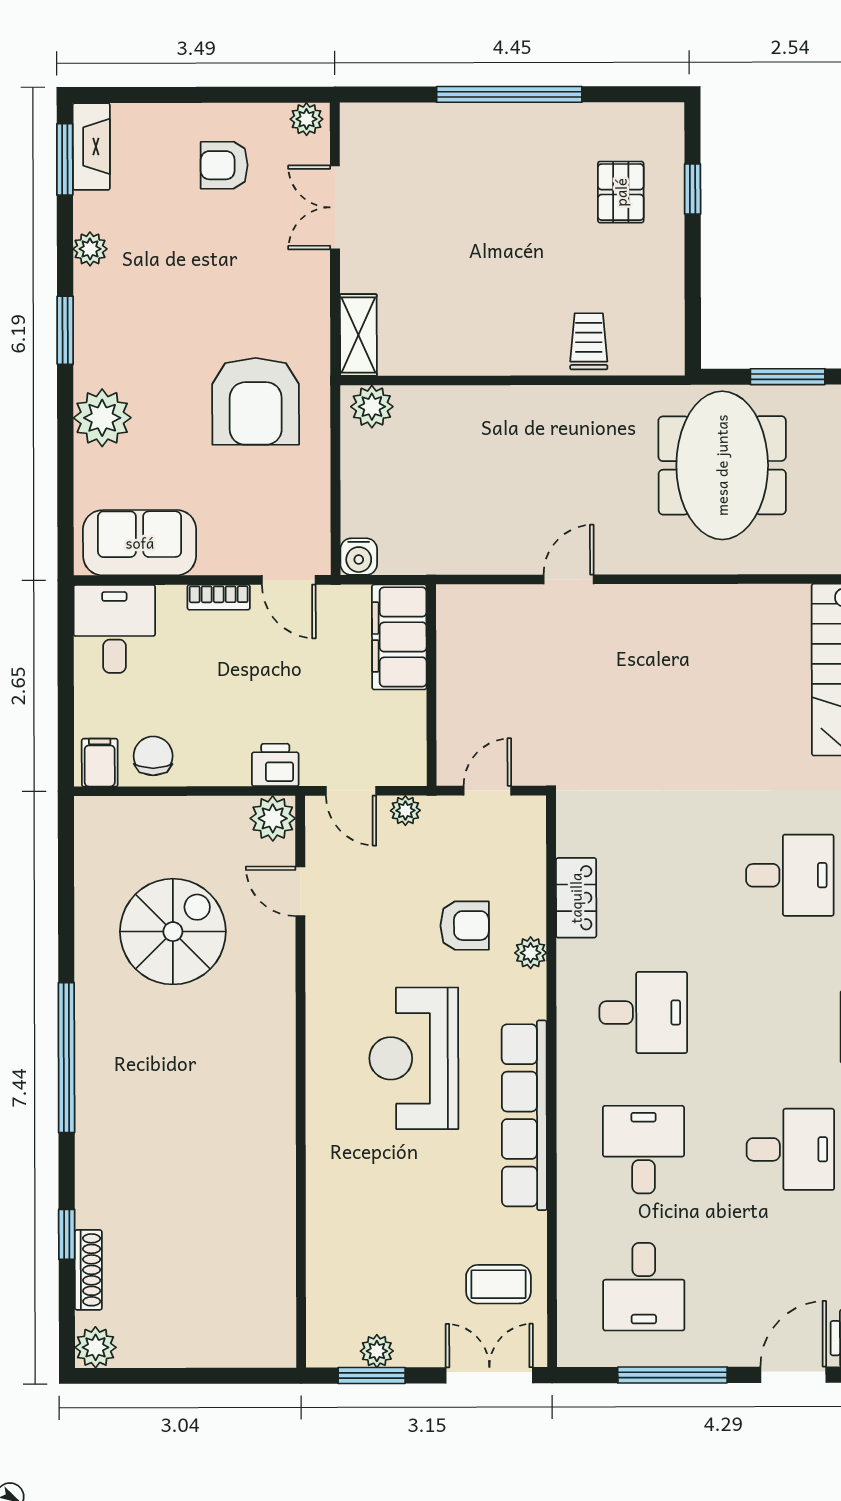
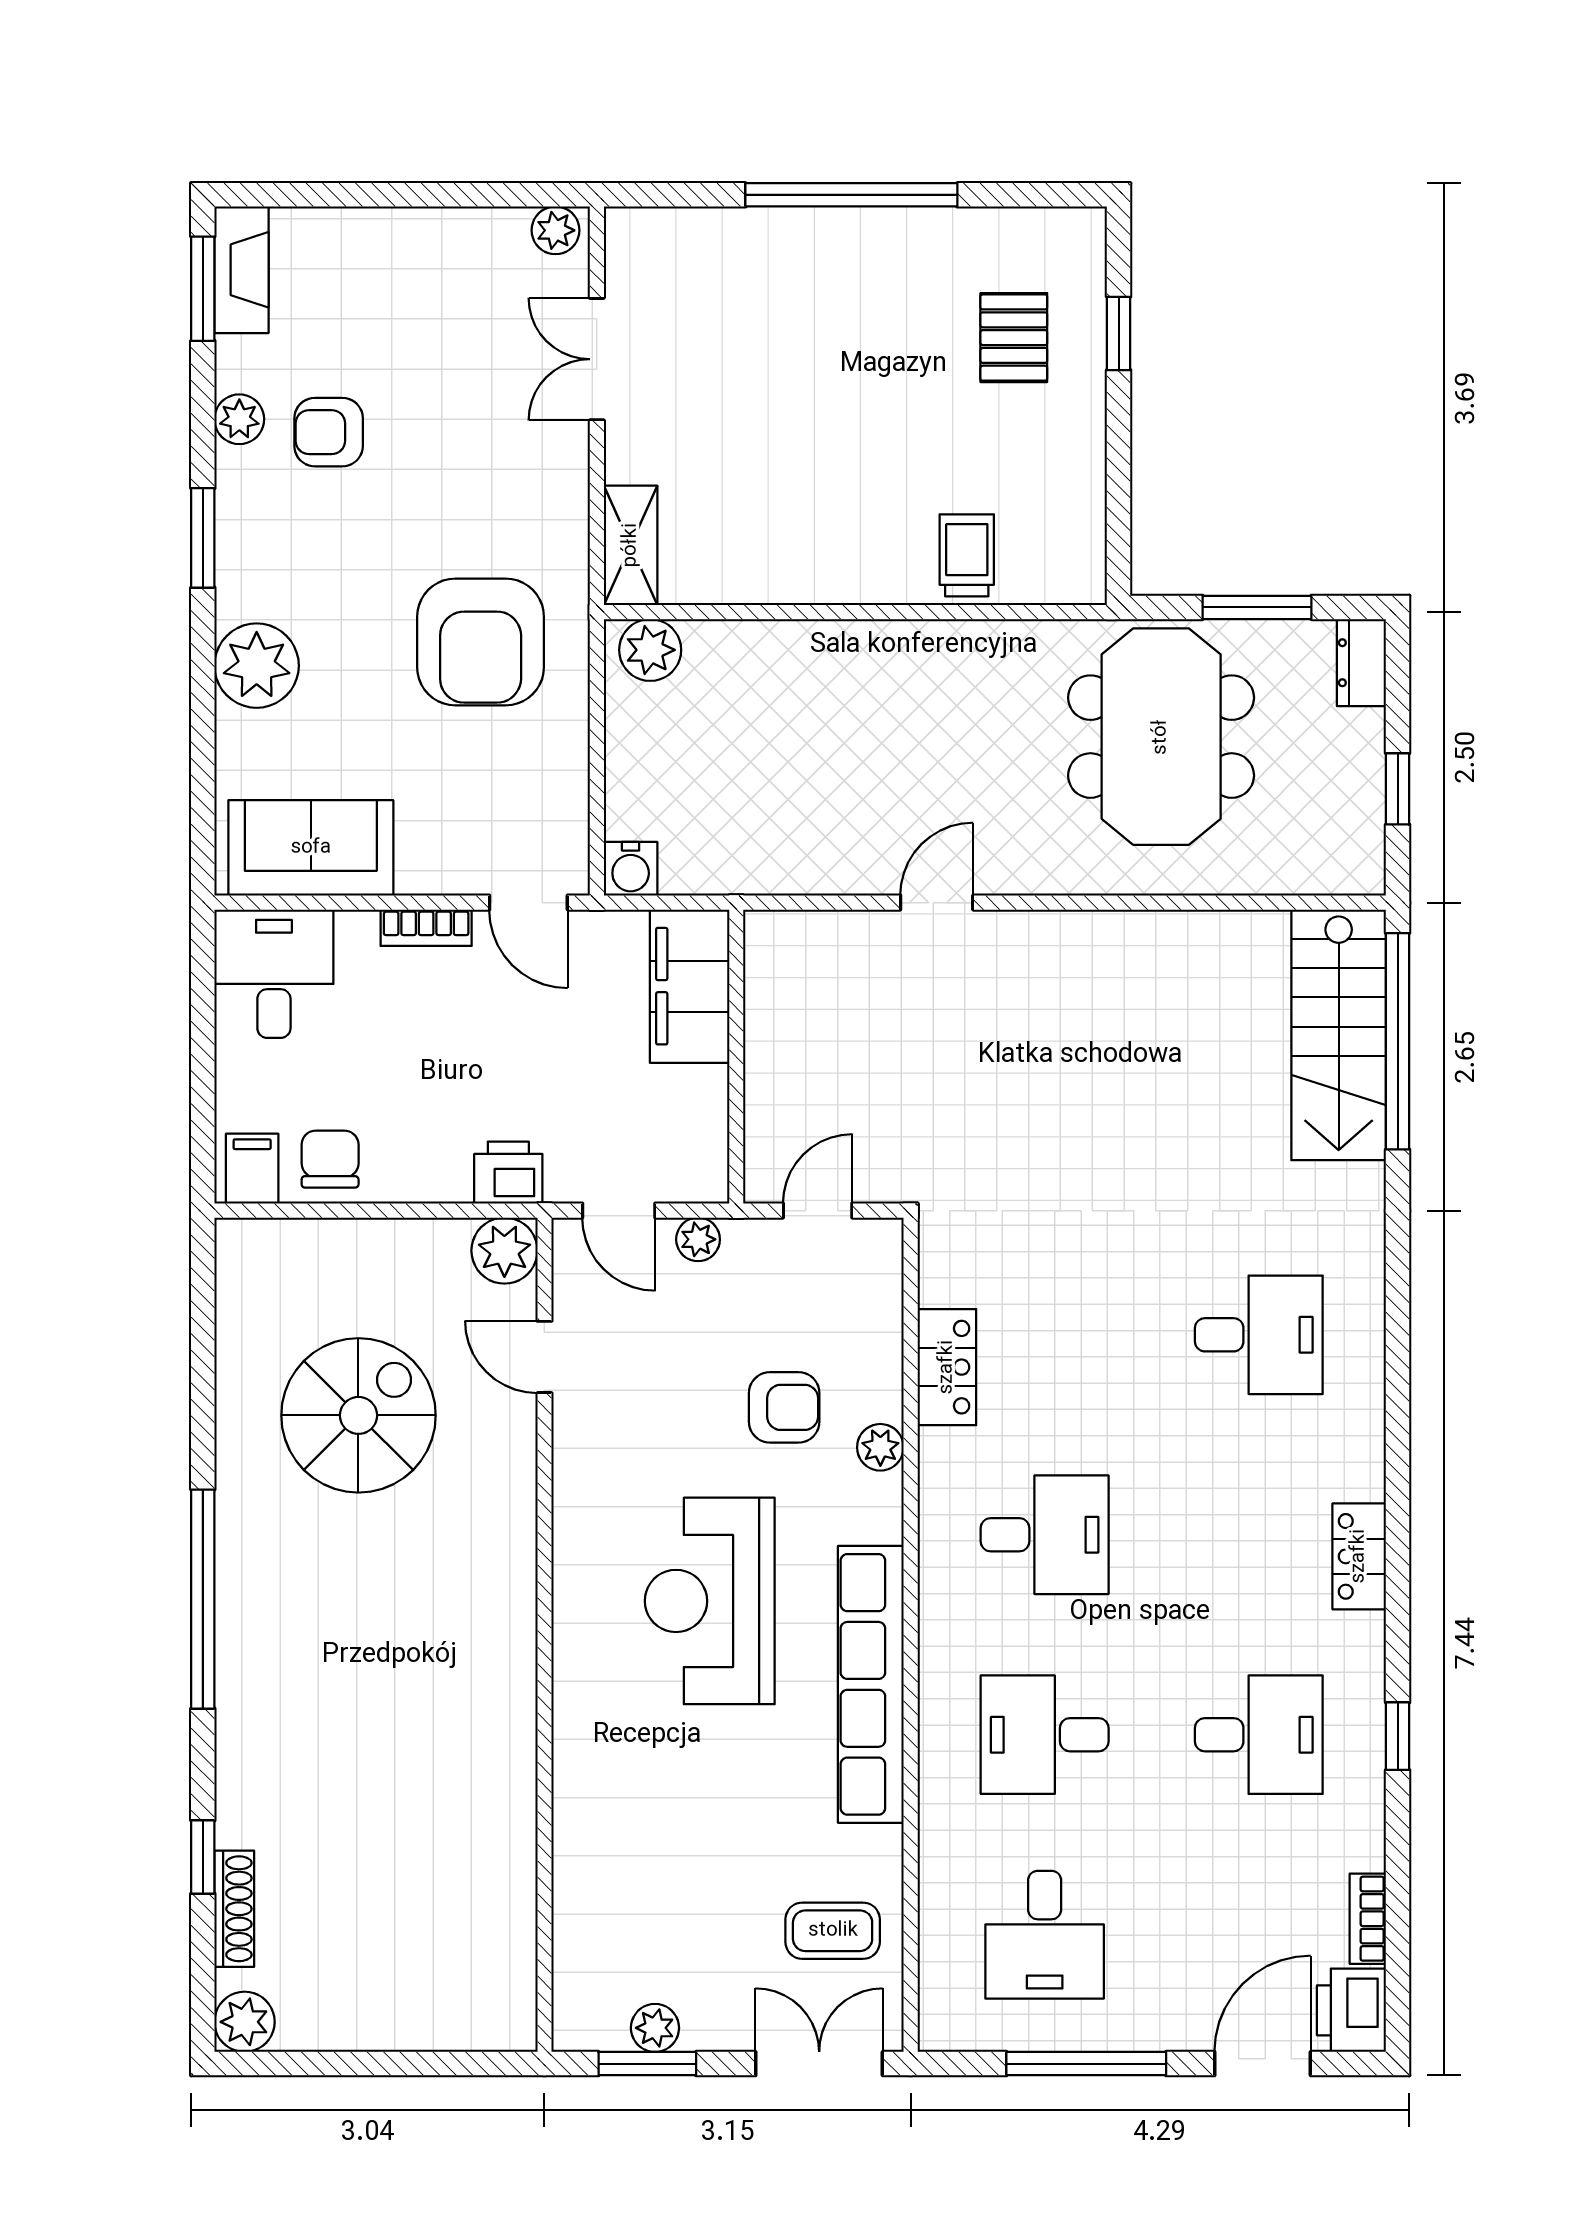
armchair: (224, 165) -> (329, 432), moved
desk: (644, 1150) -> (1045, 1735), turned -90

